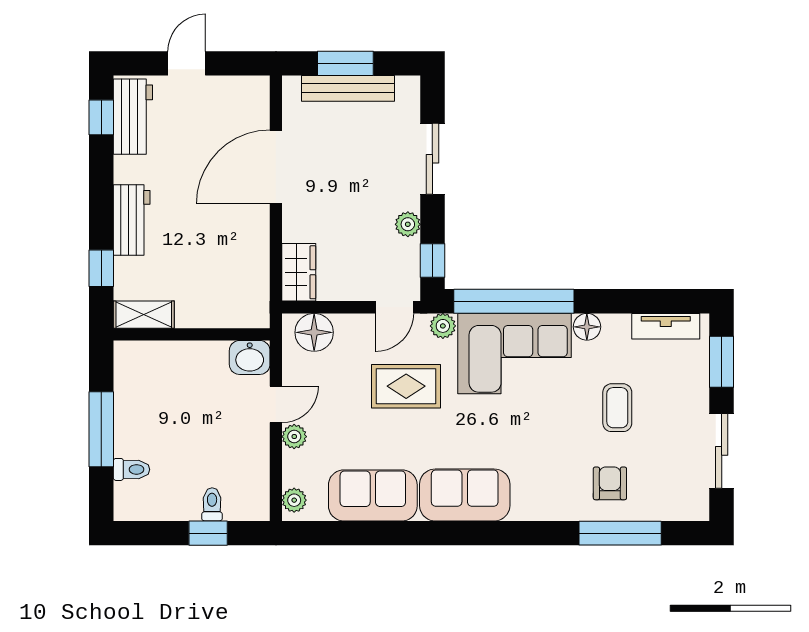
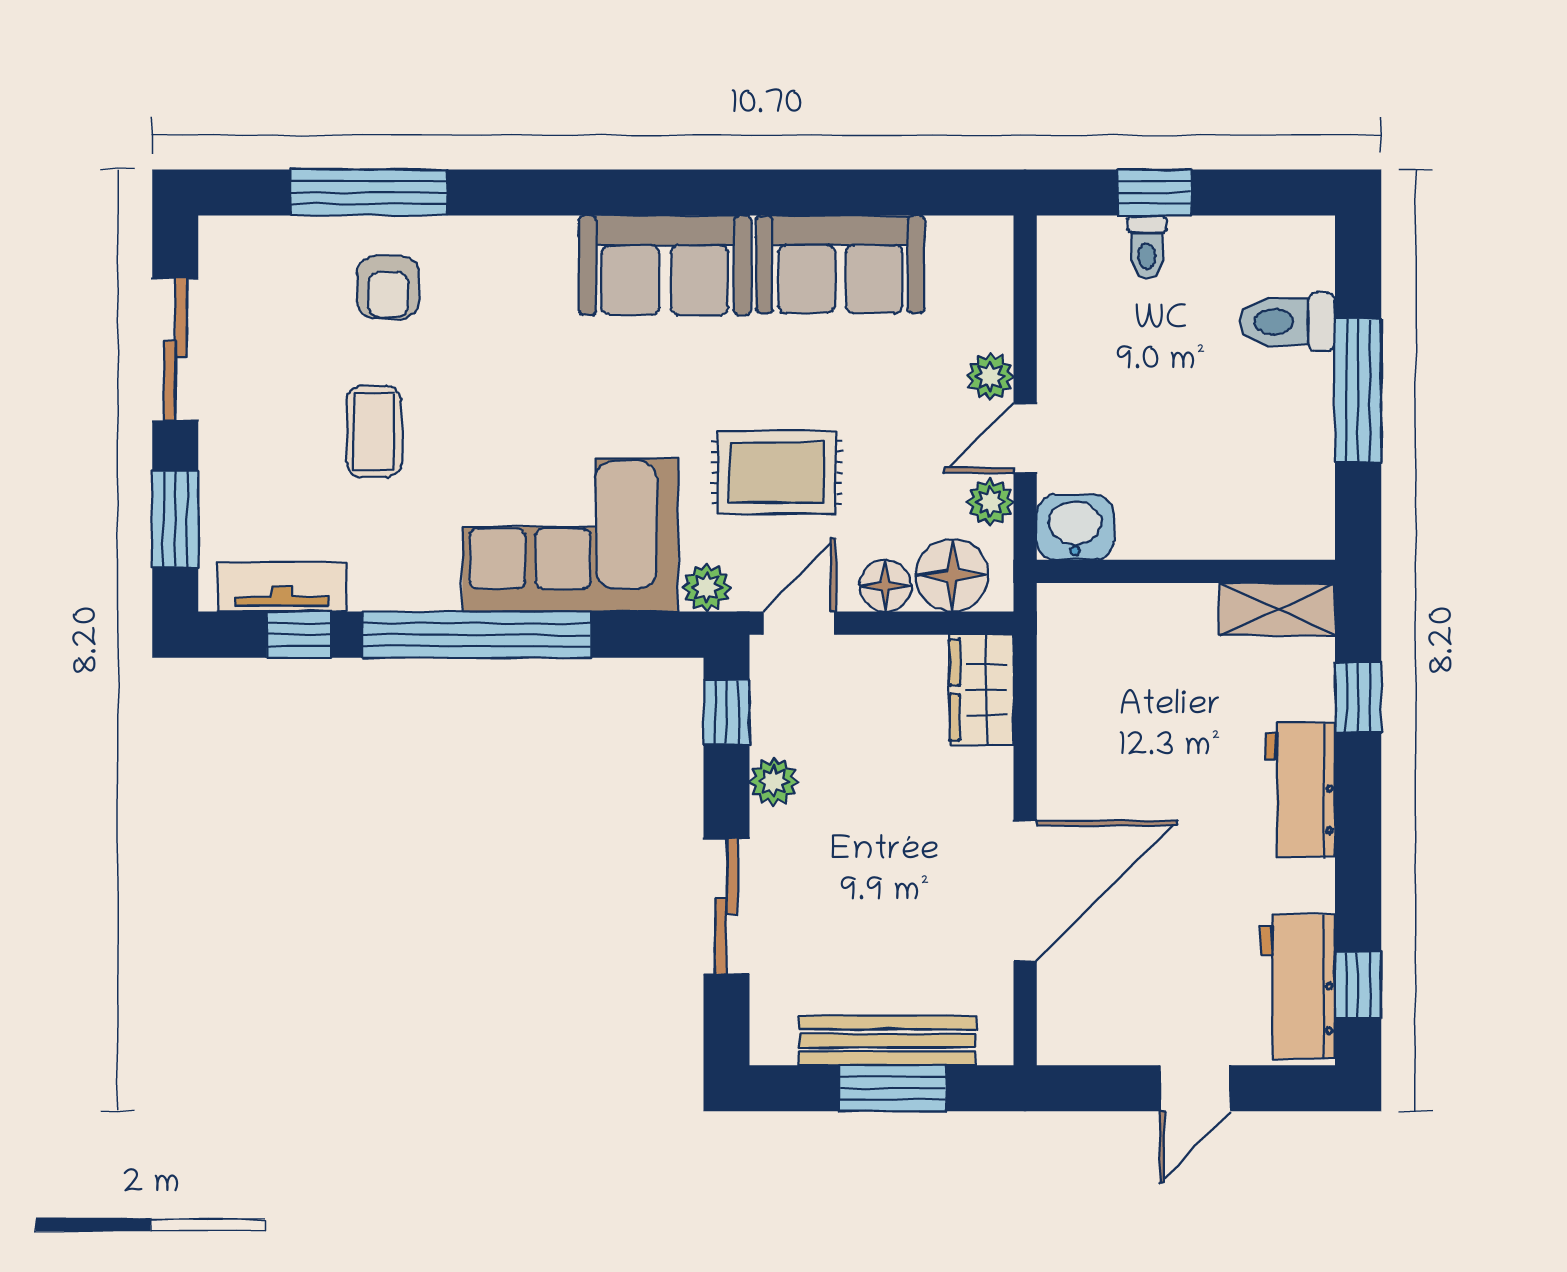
window: (514, 301) -> (477, 635), moved
window: (657, 301) -> (299, 635), added
floor lamp: (587, 327) -> (885, 586), moved
toilet: (131, 469) -> (1287, 322), width x1.37, depth x1.39
plant: (294, 500) -> (990, 502), moved

